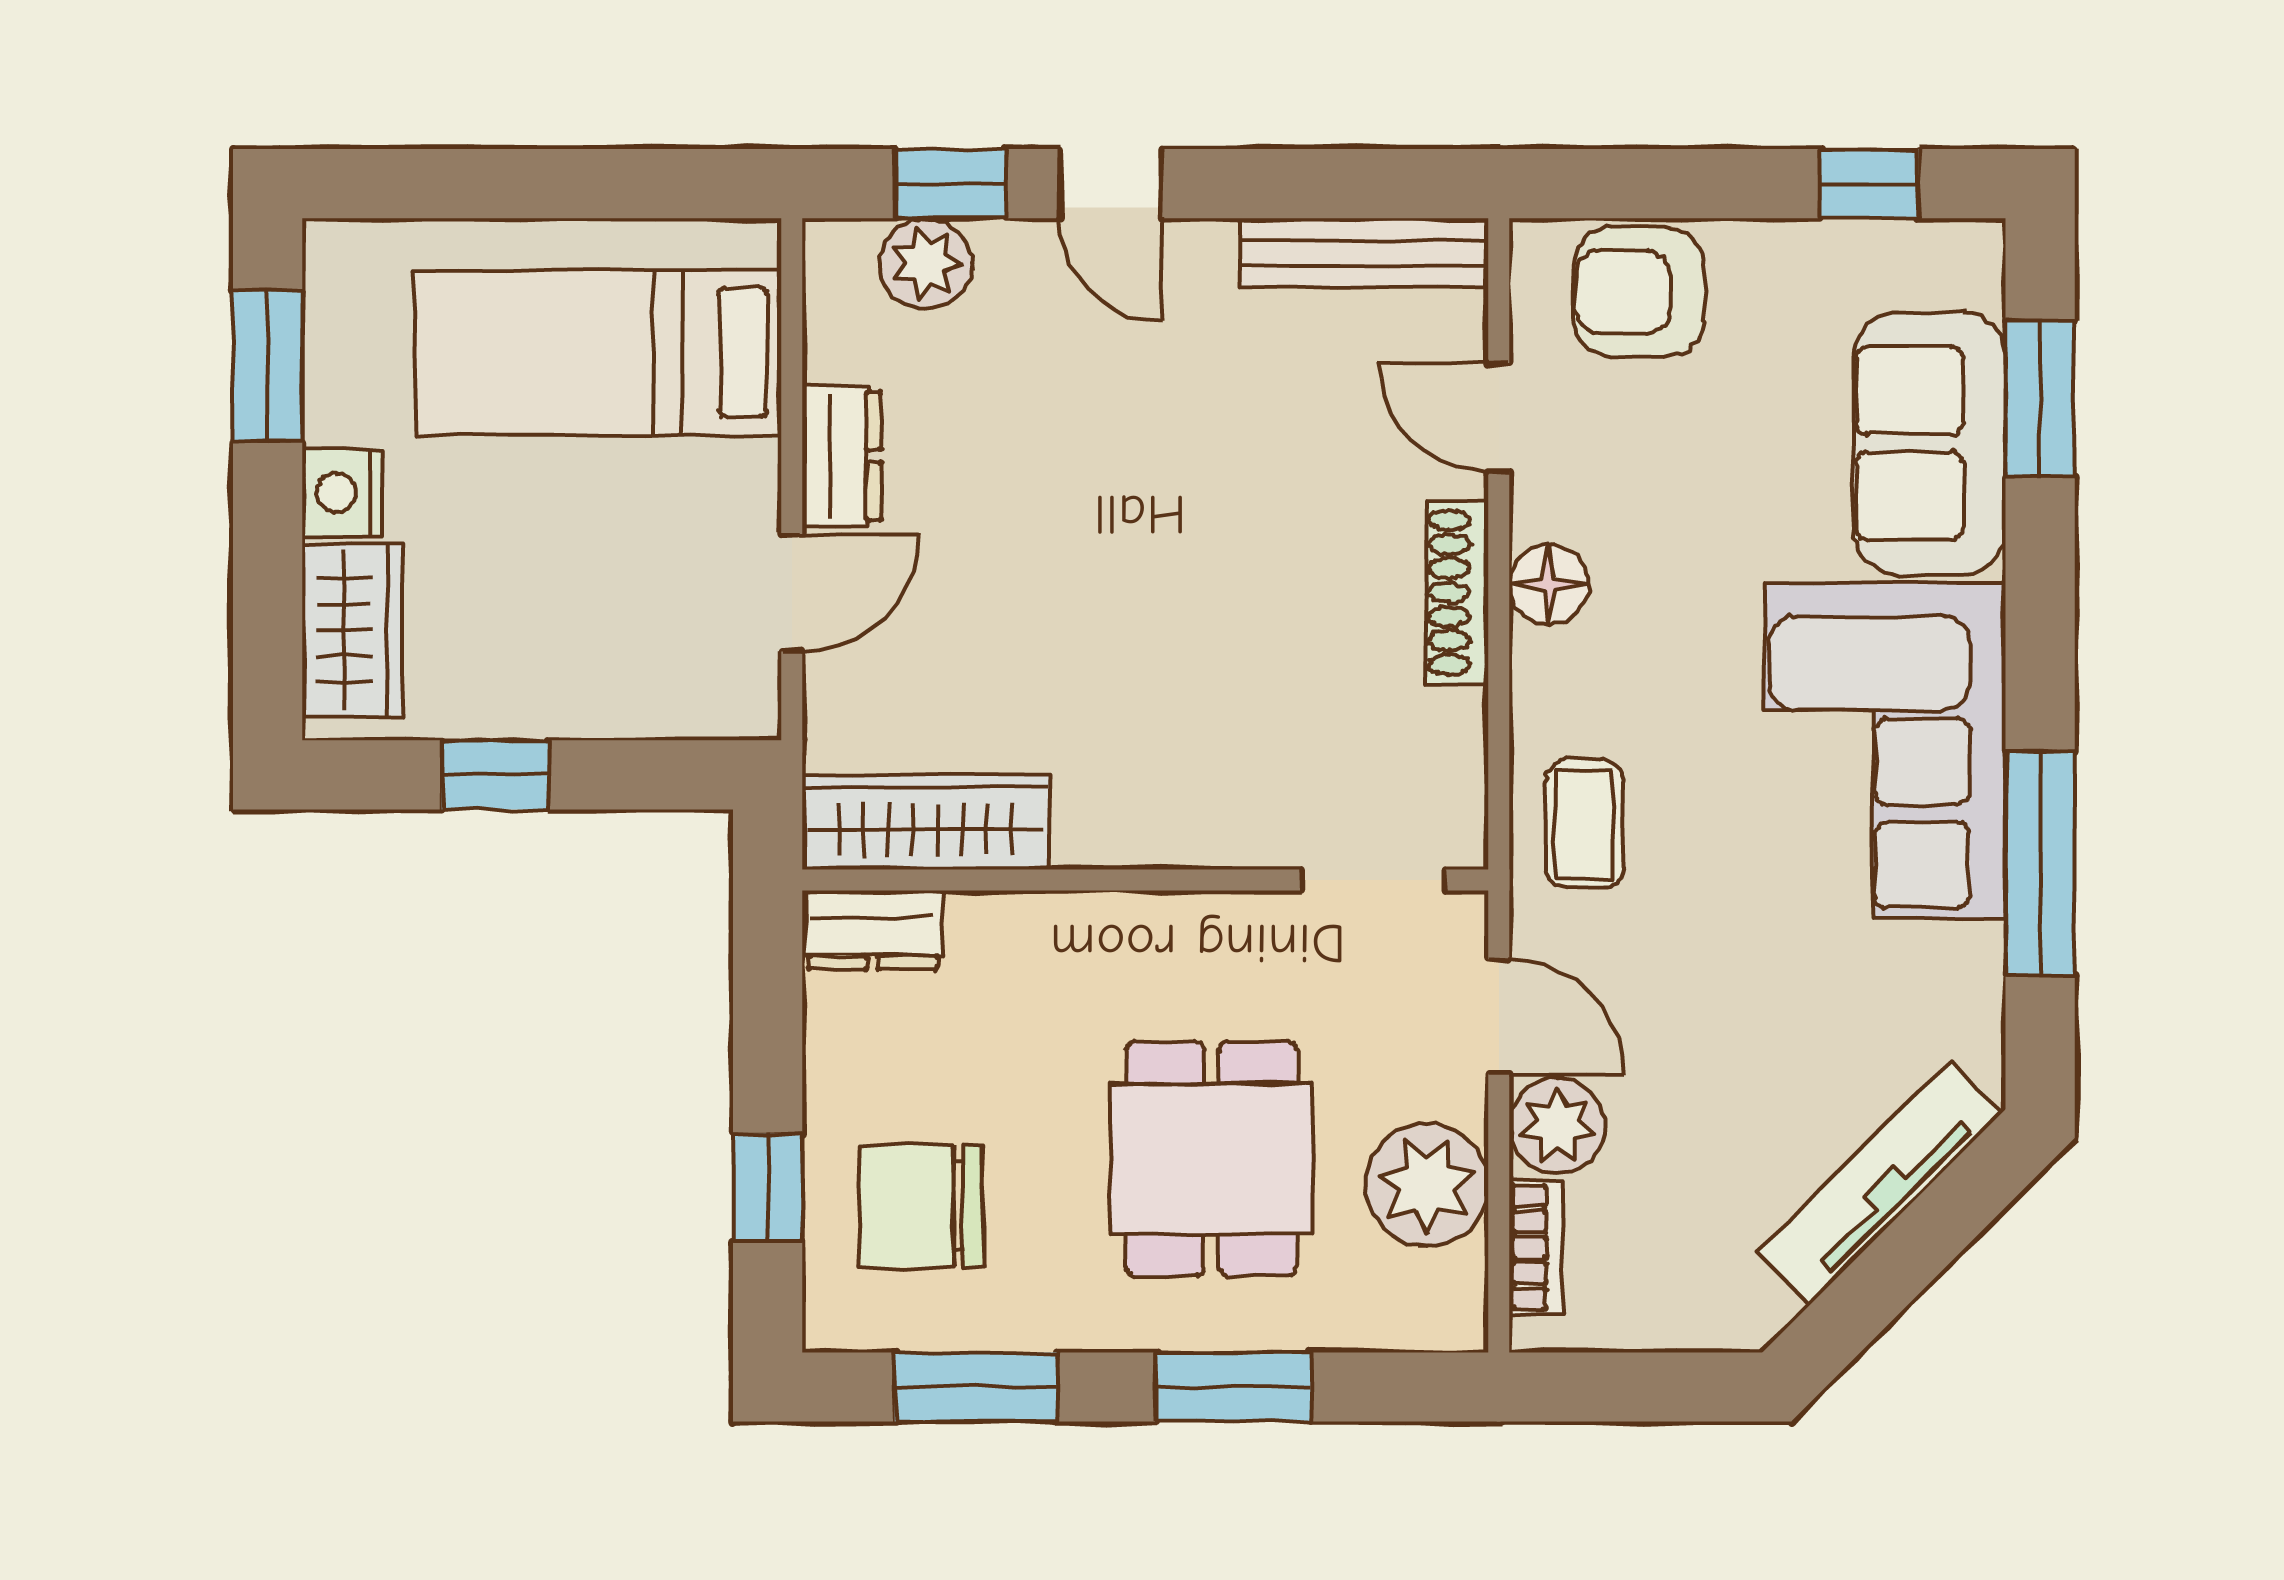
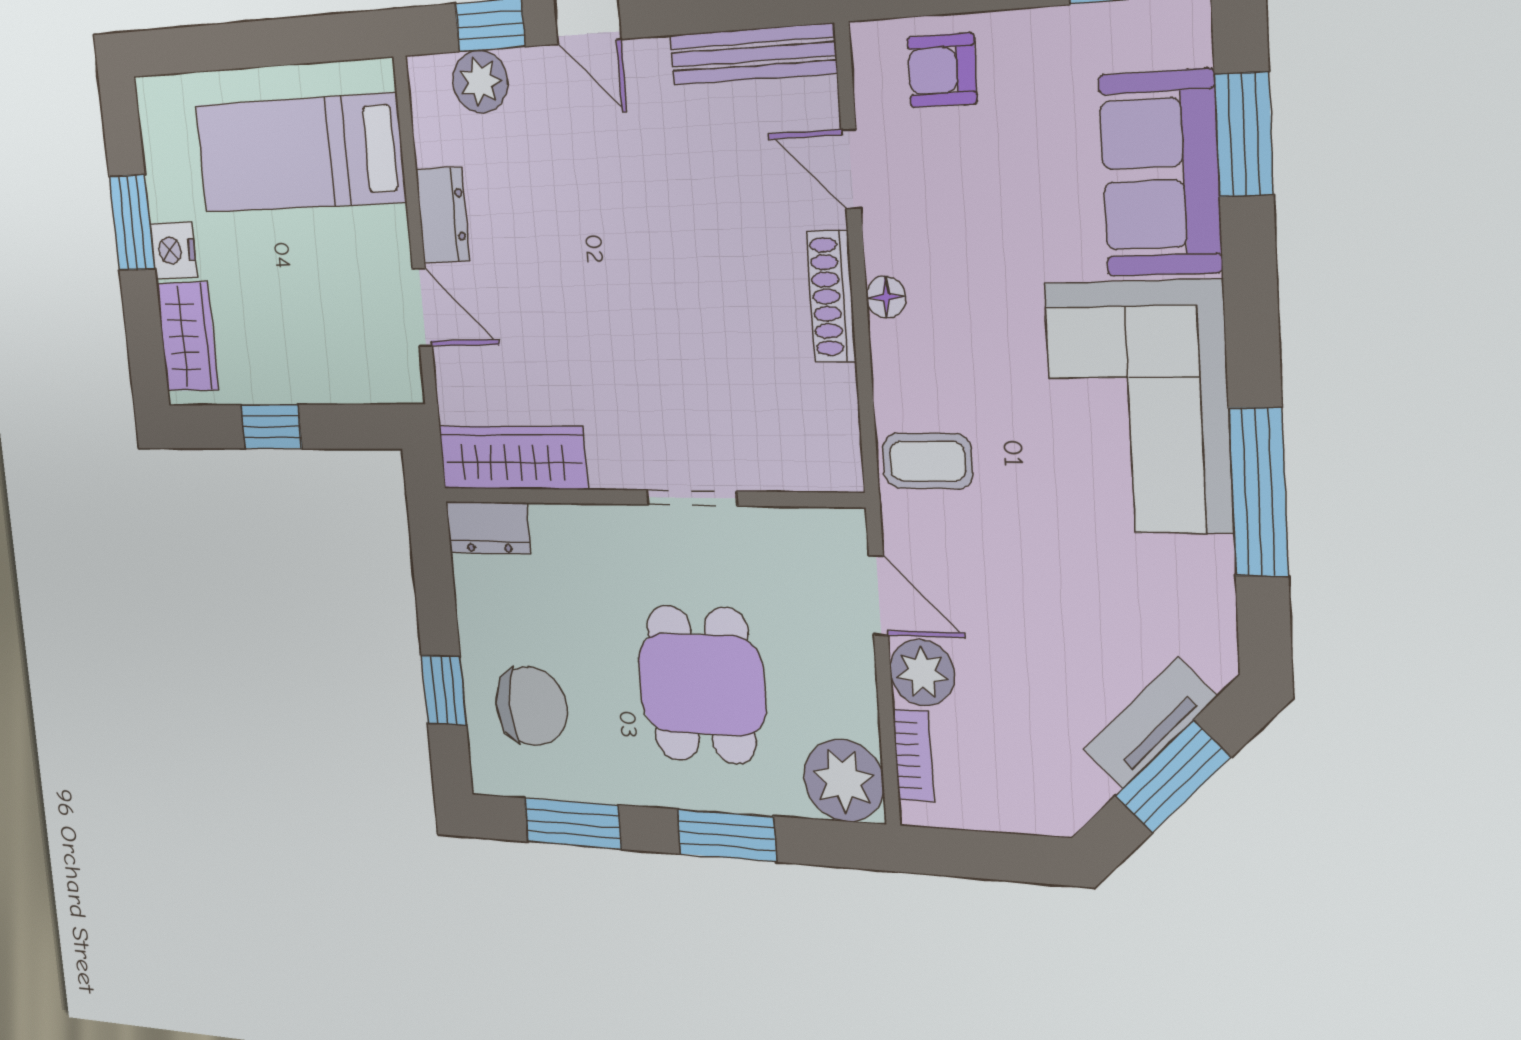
armchair: (1639, 292) -> (942, 70), width x0.72, depth x0.72
window: (268, 366) -> (132, 223), moved
floor lamp: (1549, 584) -> (886, 297), width x0.73, depth x0.73
door: (792, 593) -> (422, 307), hinge flipped
coffee table: (1584, 824) -> (928, 461), turned 90
doorway: (1373, 880) -> (692, 498), moved
tv unit: (1880, 1182) -> (1150, 723), width x0.71
plant: (1427, 1185) -> (844, 781), moved
chair: (921, 1206) -> (531, 706), turned 180
window: (1908, 1255) -> (1173, 777), added

